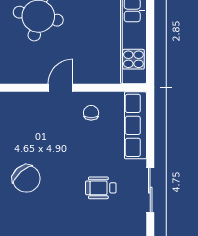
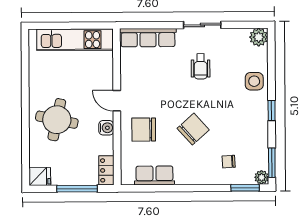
water cooler: (28, 75) -> (106, 128), added
chair: (91, 113) -> (144, 130), moved, width x1.87, depth x1.87

